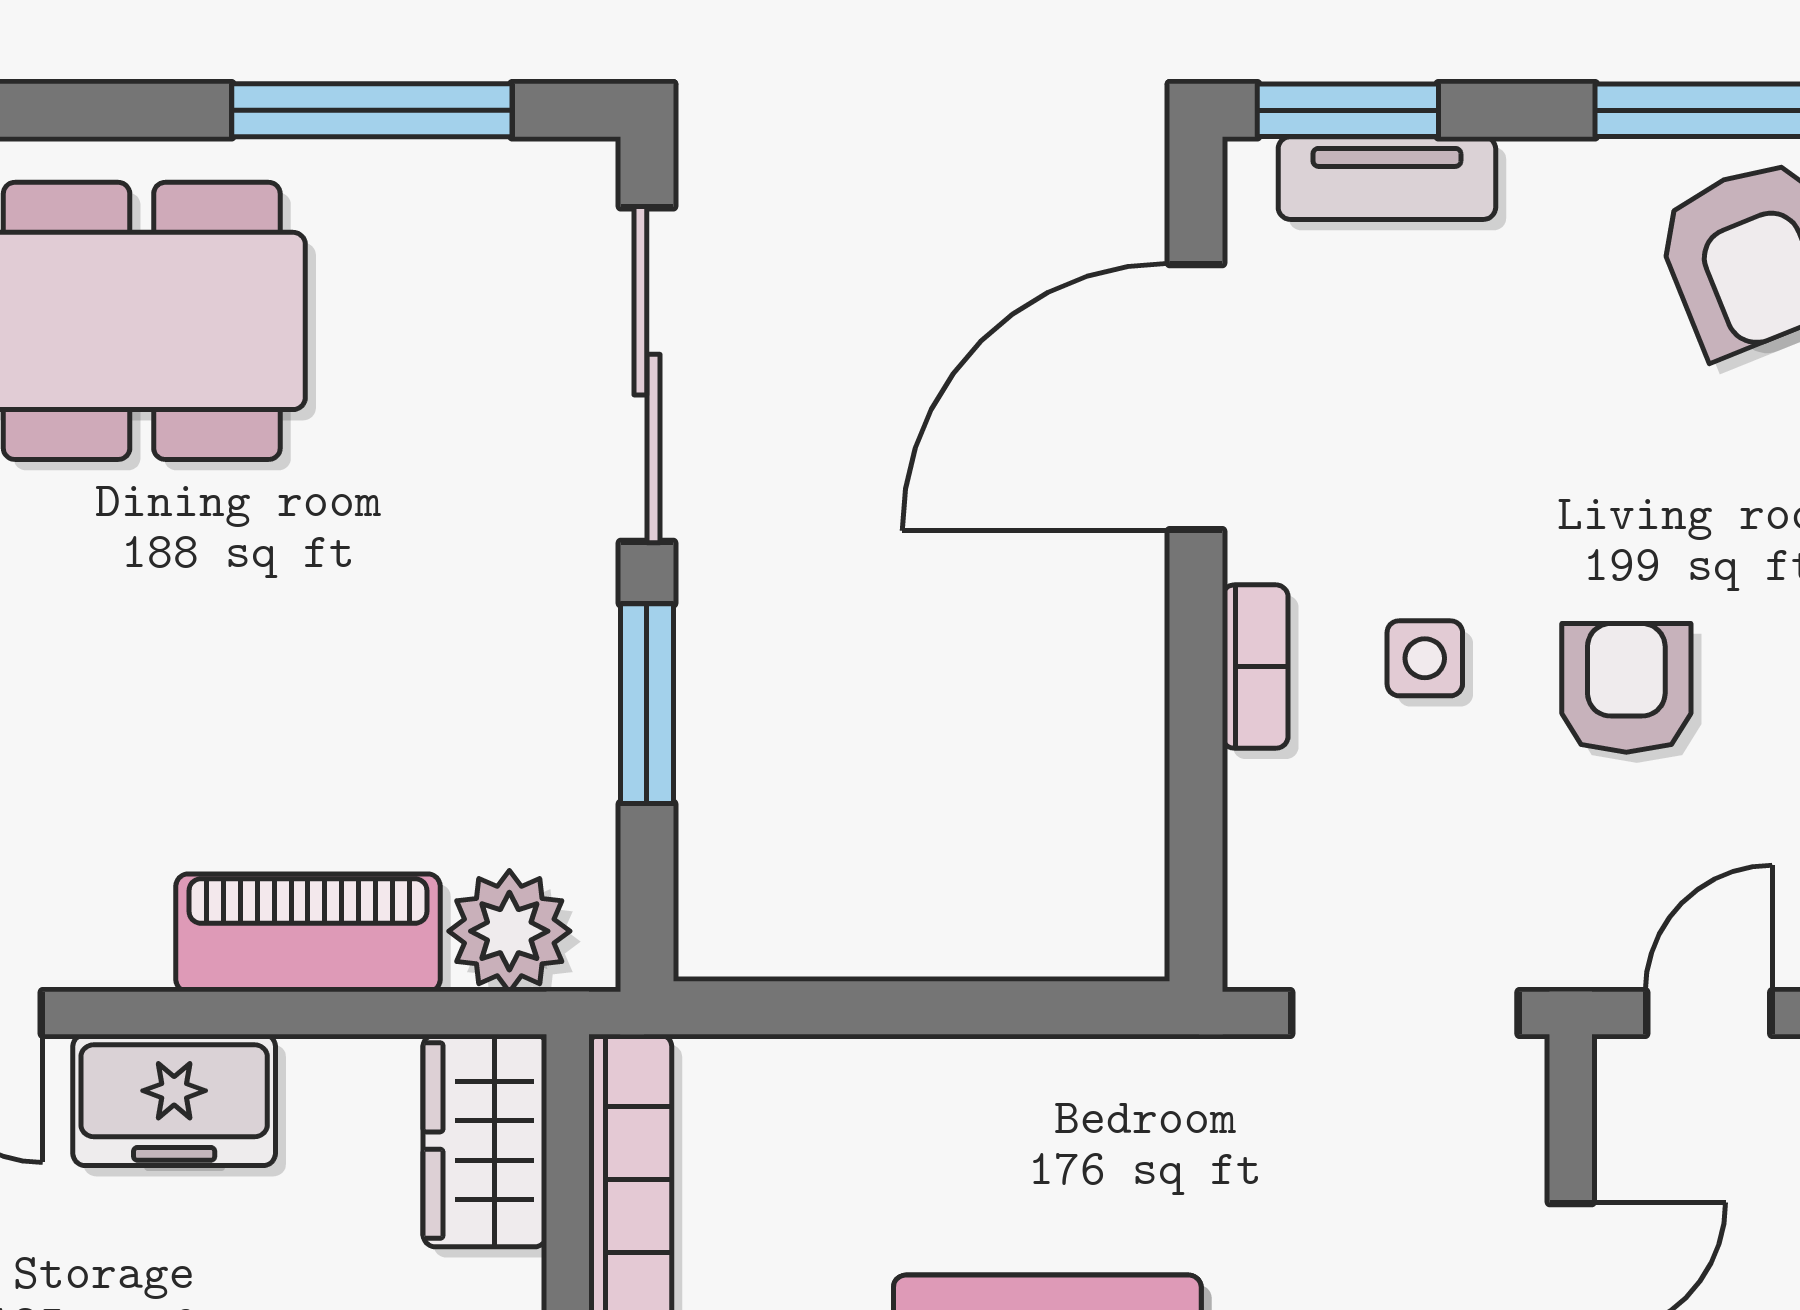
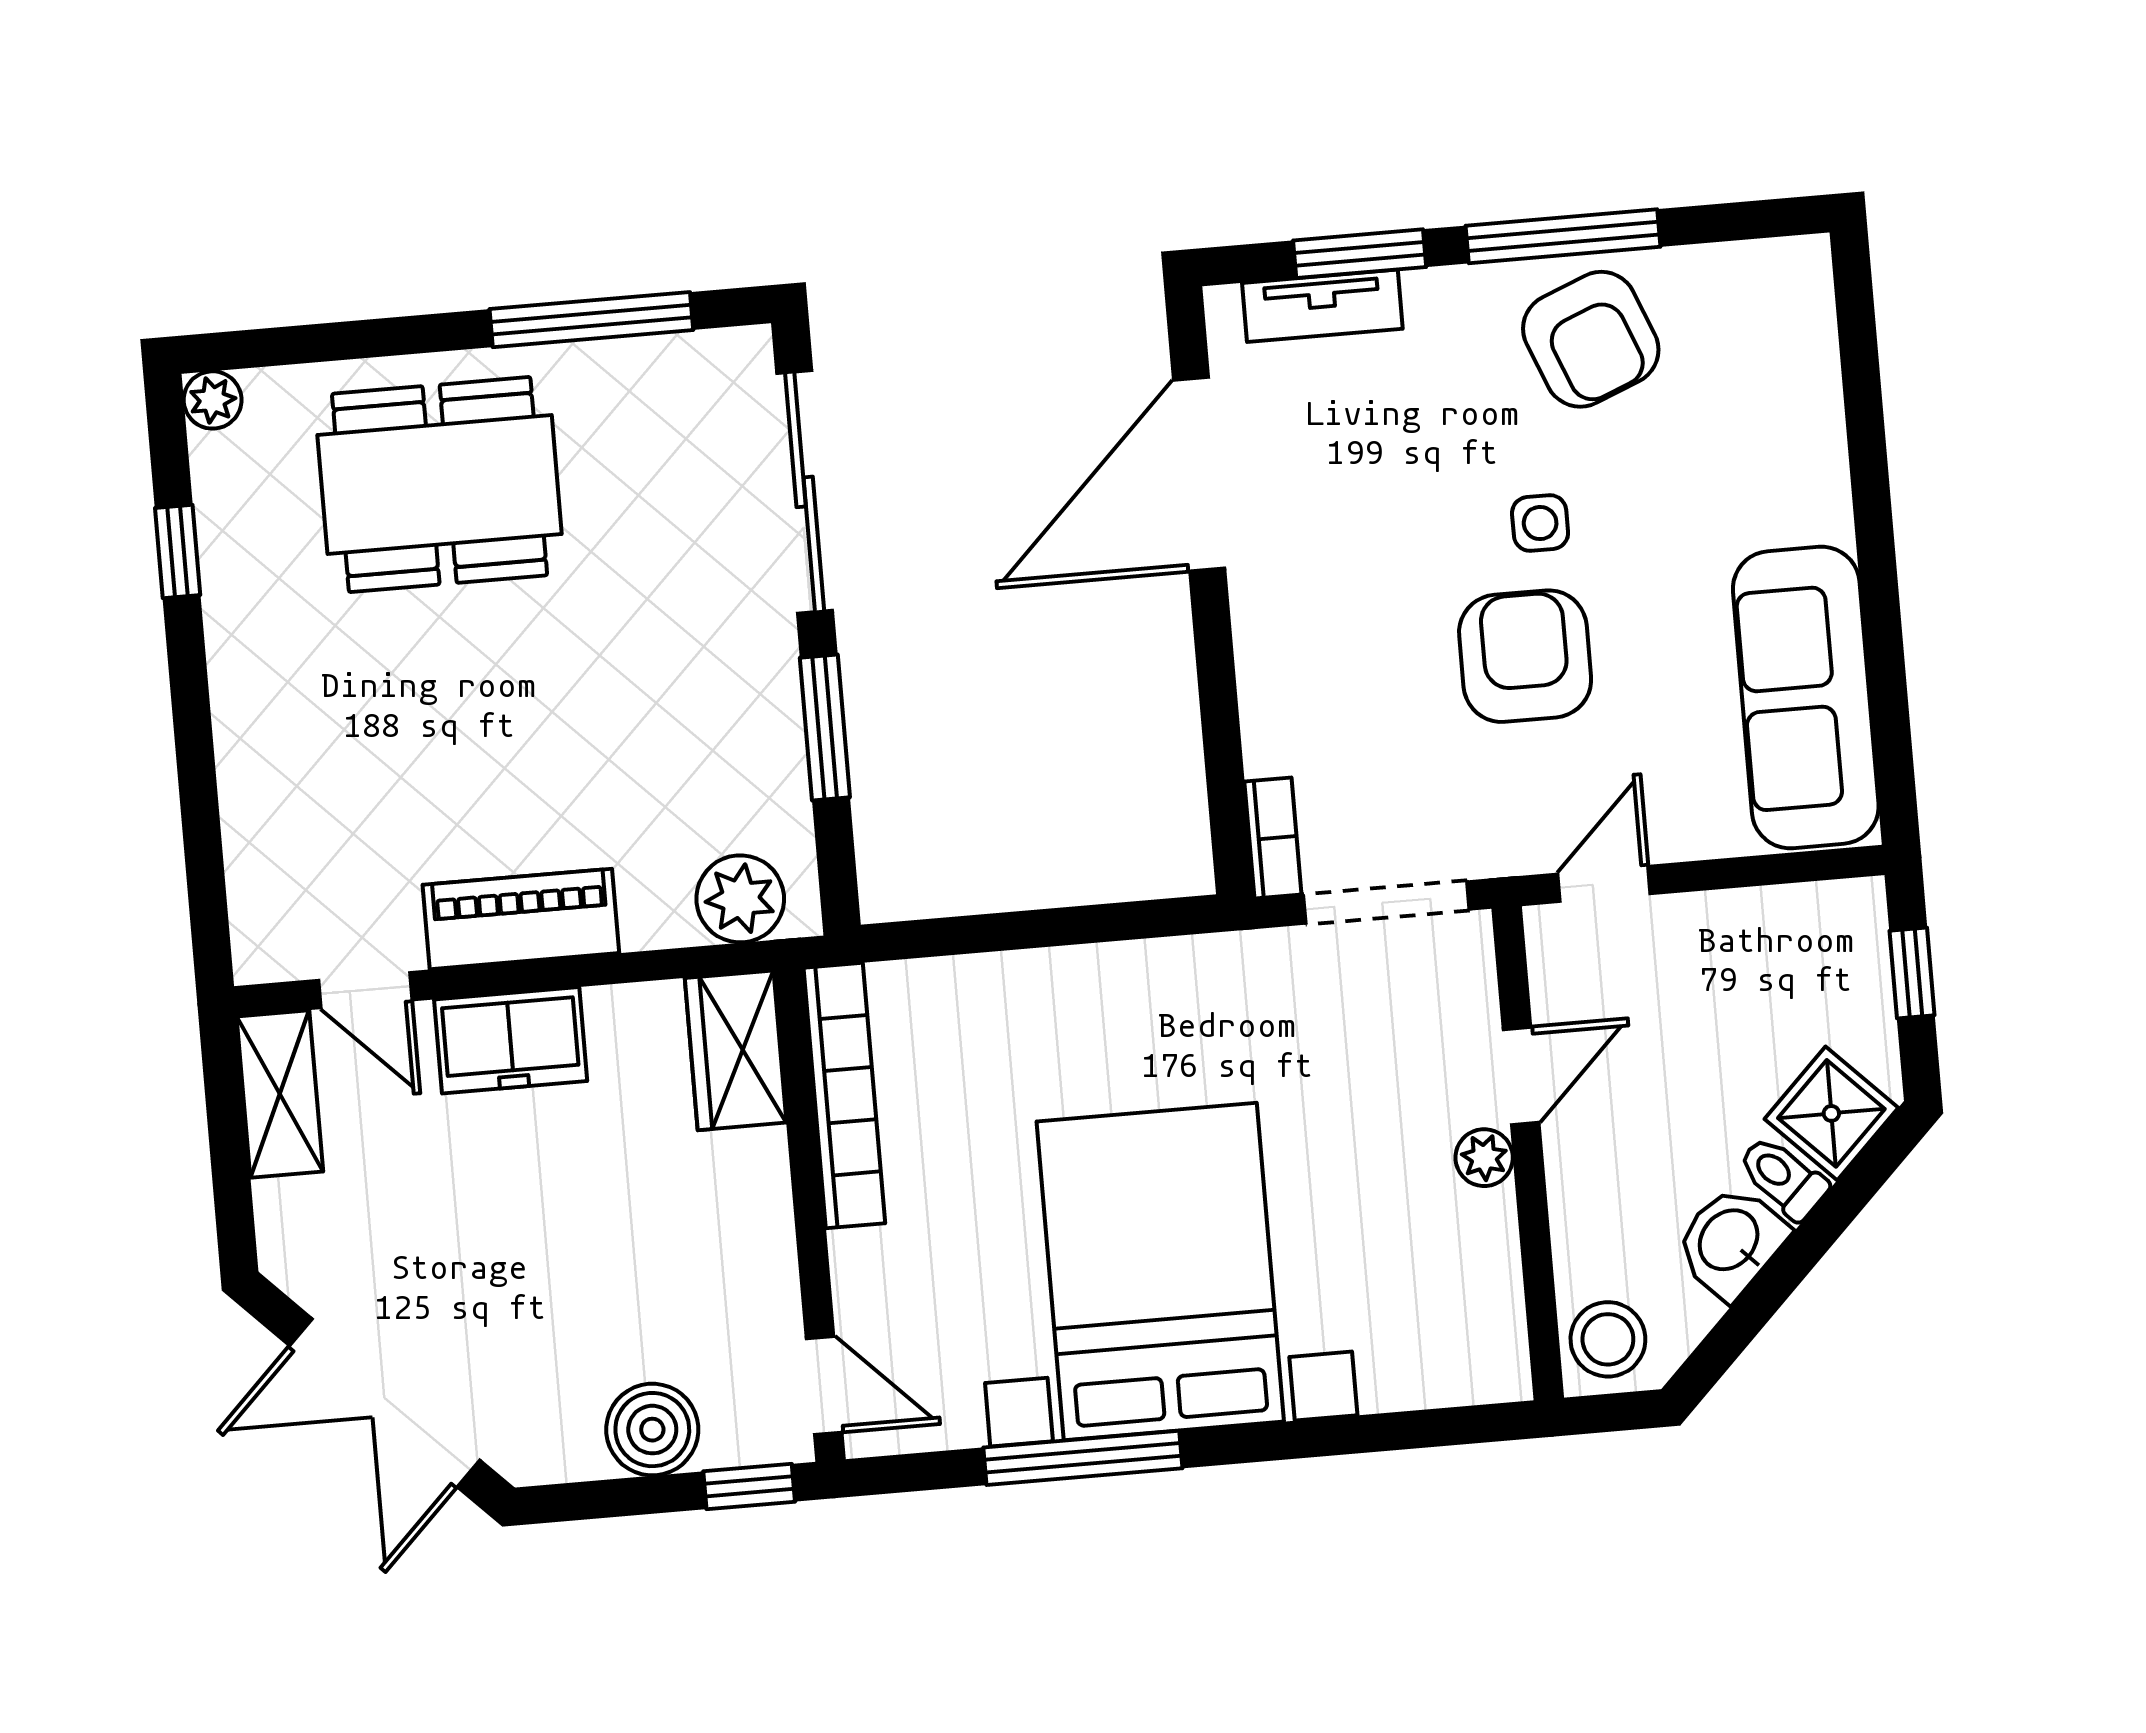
window: (1348, 110) -> (1360, 254), moved
side table: (1425, 658) -> (1540, 523), moved
bookcase: (1255, 667) -> (1273, 838), moved
armchair: (1626, 688) -> (1525, 656), width x1.38, depth x1.38
piano: (308, 933) -> (521, 919), moved

